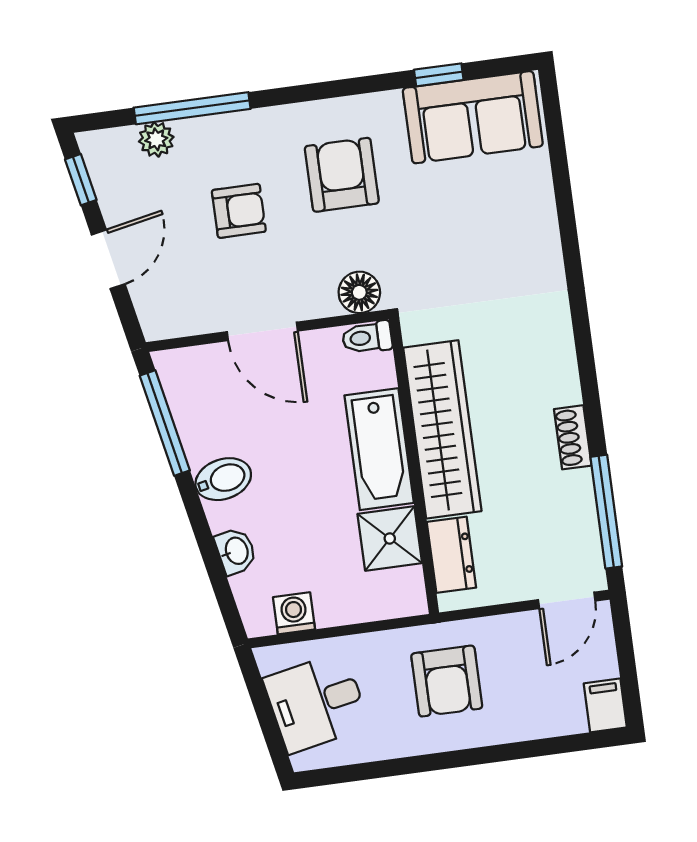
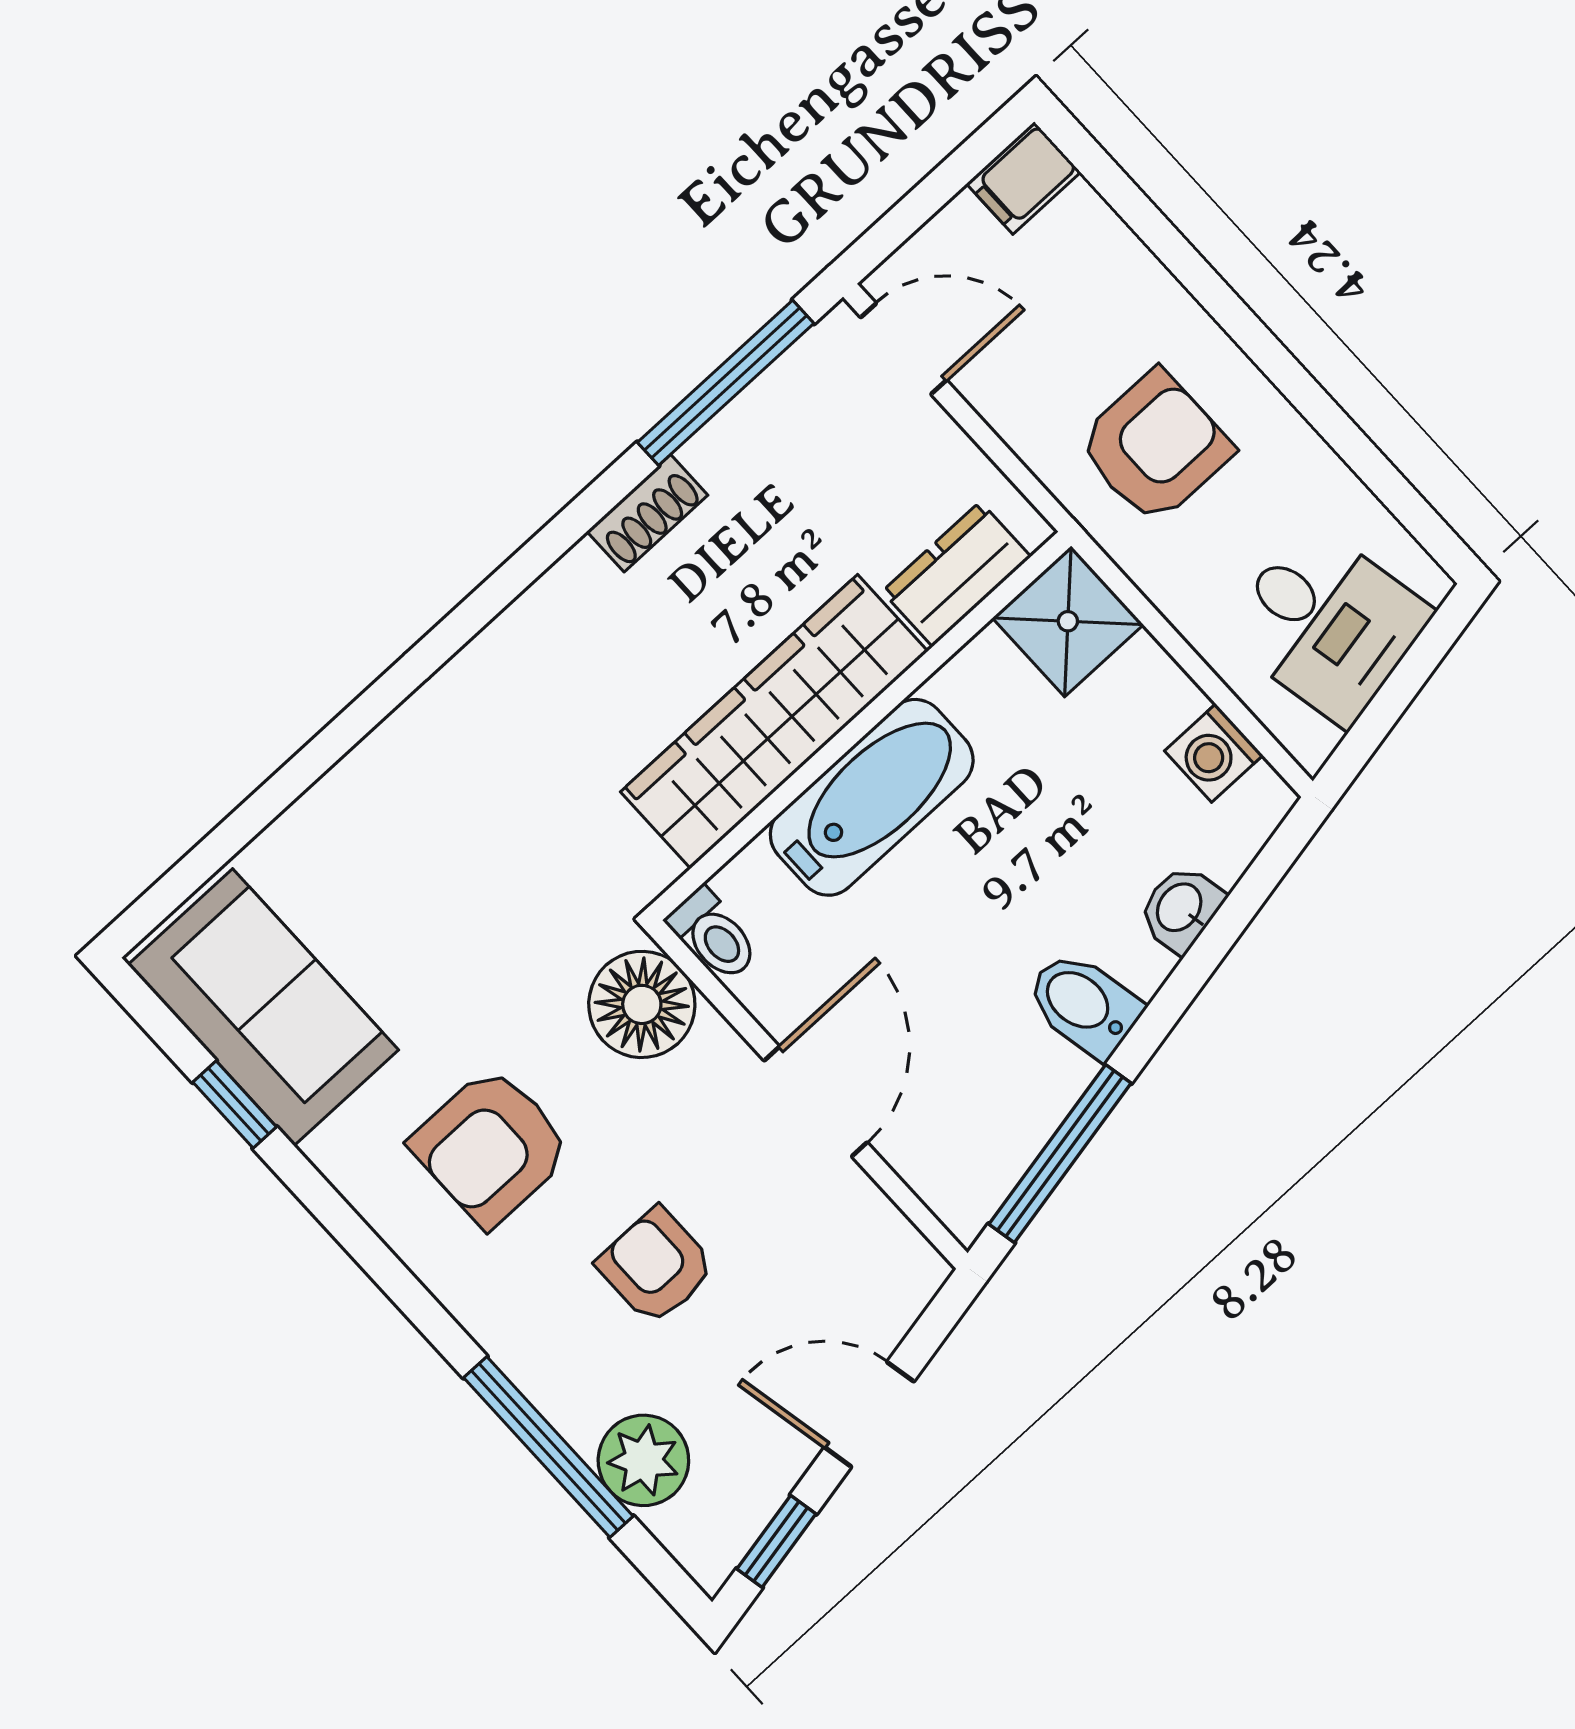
plant: (156, 139) -> (643, 1460), width x1.38, depth x1.38
floor lamp: (359, 292) -> (642, 1004), width x1.38, depth x1.38
shower: (390, 538) -> (1068, 621), moved

